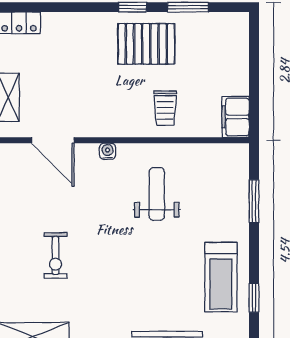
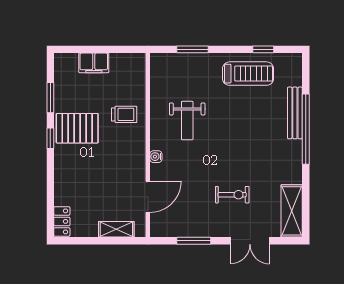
pallet: (146, 44) -> (77, 128), turned 90
filing cabinet: (236, 117) -> (94, 63), moved
weight bench: (157, 194) -> (187, 121), turned -90

